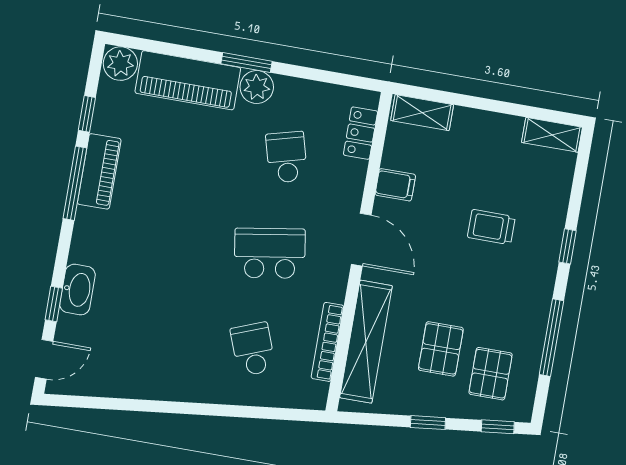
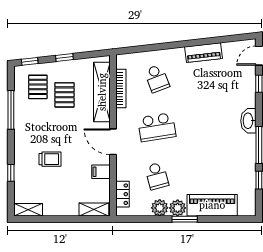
plant: (120, 64) -> (160, 208), moved
piano: (99, 171) -> (203, 53), moved, turned -96
window: (567, 246) -> (11, 173), moved
washbasin: (77, 290) -> (248, 121), moved

